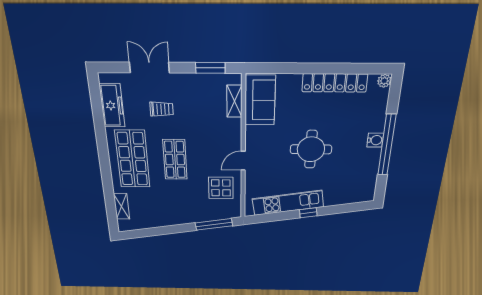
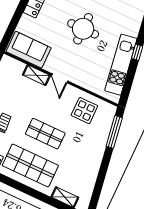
shelving: (234, 101) -> (36, 75), moved
door: (243, 161) -> (60, 78), moved

